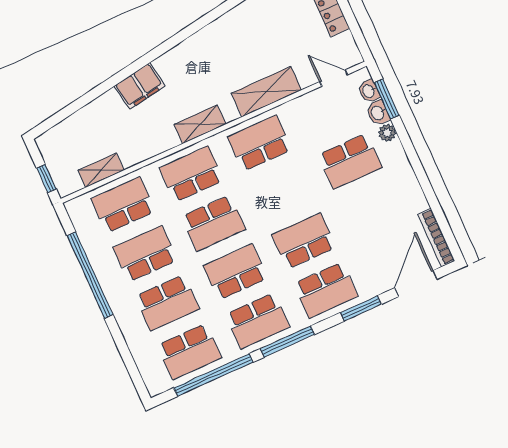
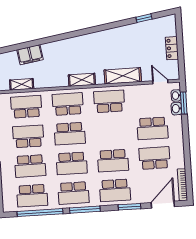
filing cabinet: (140, 86) -> (30, 55), moved
plant: (387, 133) -> (177, 121), removed
school desk: (372, 210) -> (154, 158), added
school desk: (304, 241) -> (113, 161), turned 180
school desk: (236, 272) -> (72, 163), turned 180

